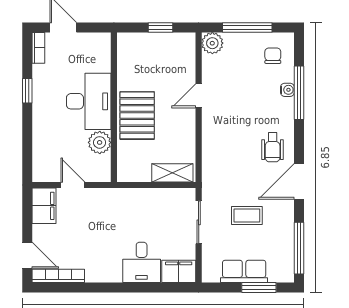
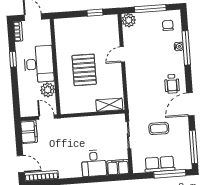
desk: (89, 101) -> (39, 64), moved
wall: (114, 107) -> (55, 67), moved
plant: (100, 142) -> (48, 90), moved
window: (259, 287) -> (170, 174), width x1.44

